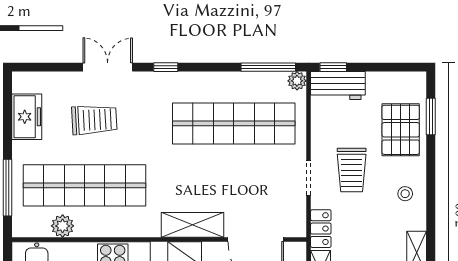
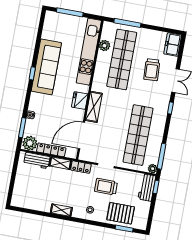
freezer: (27, 117) -> (173, 45), moved, turned 90

